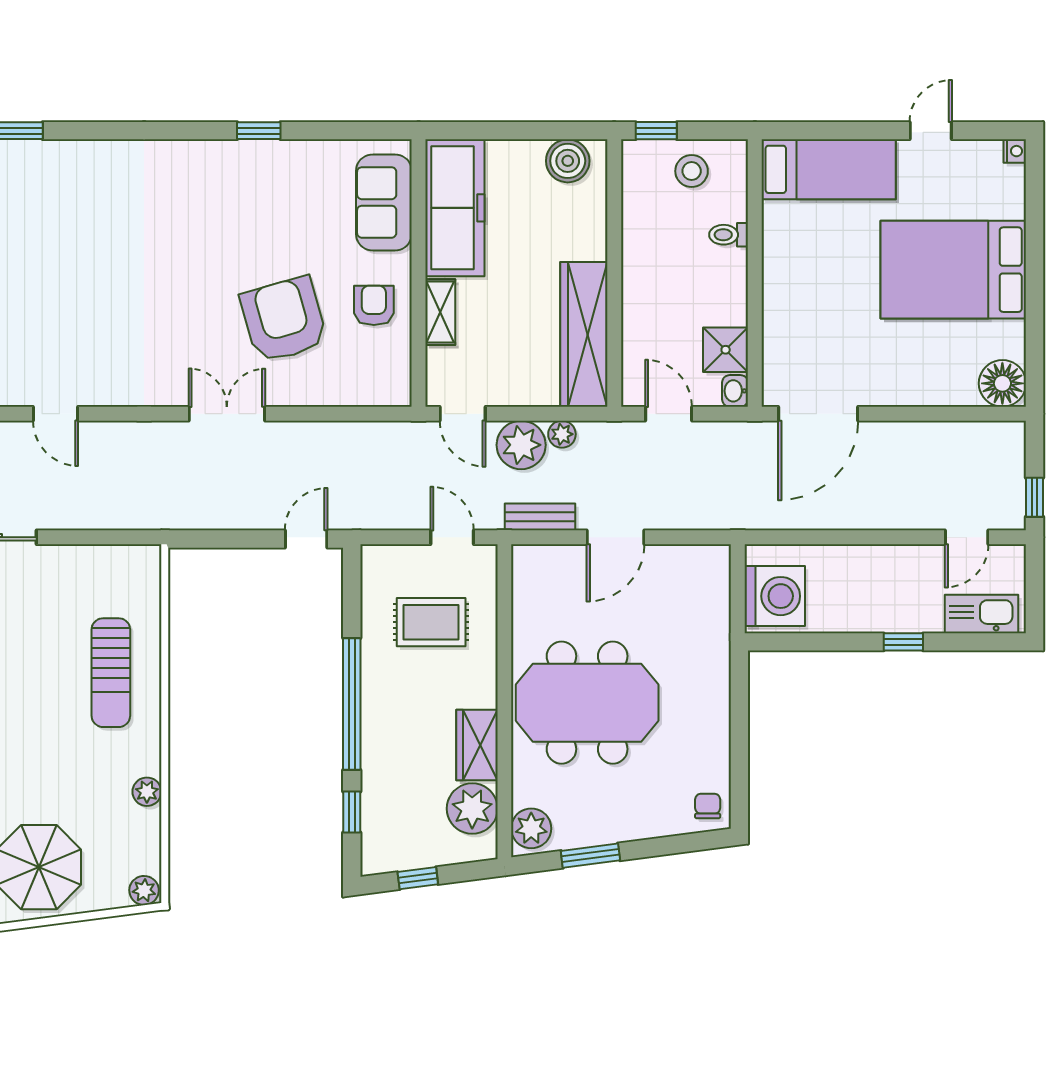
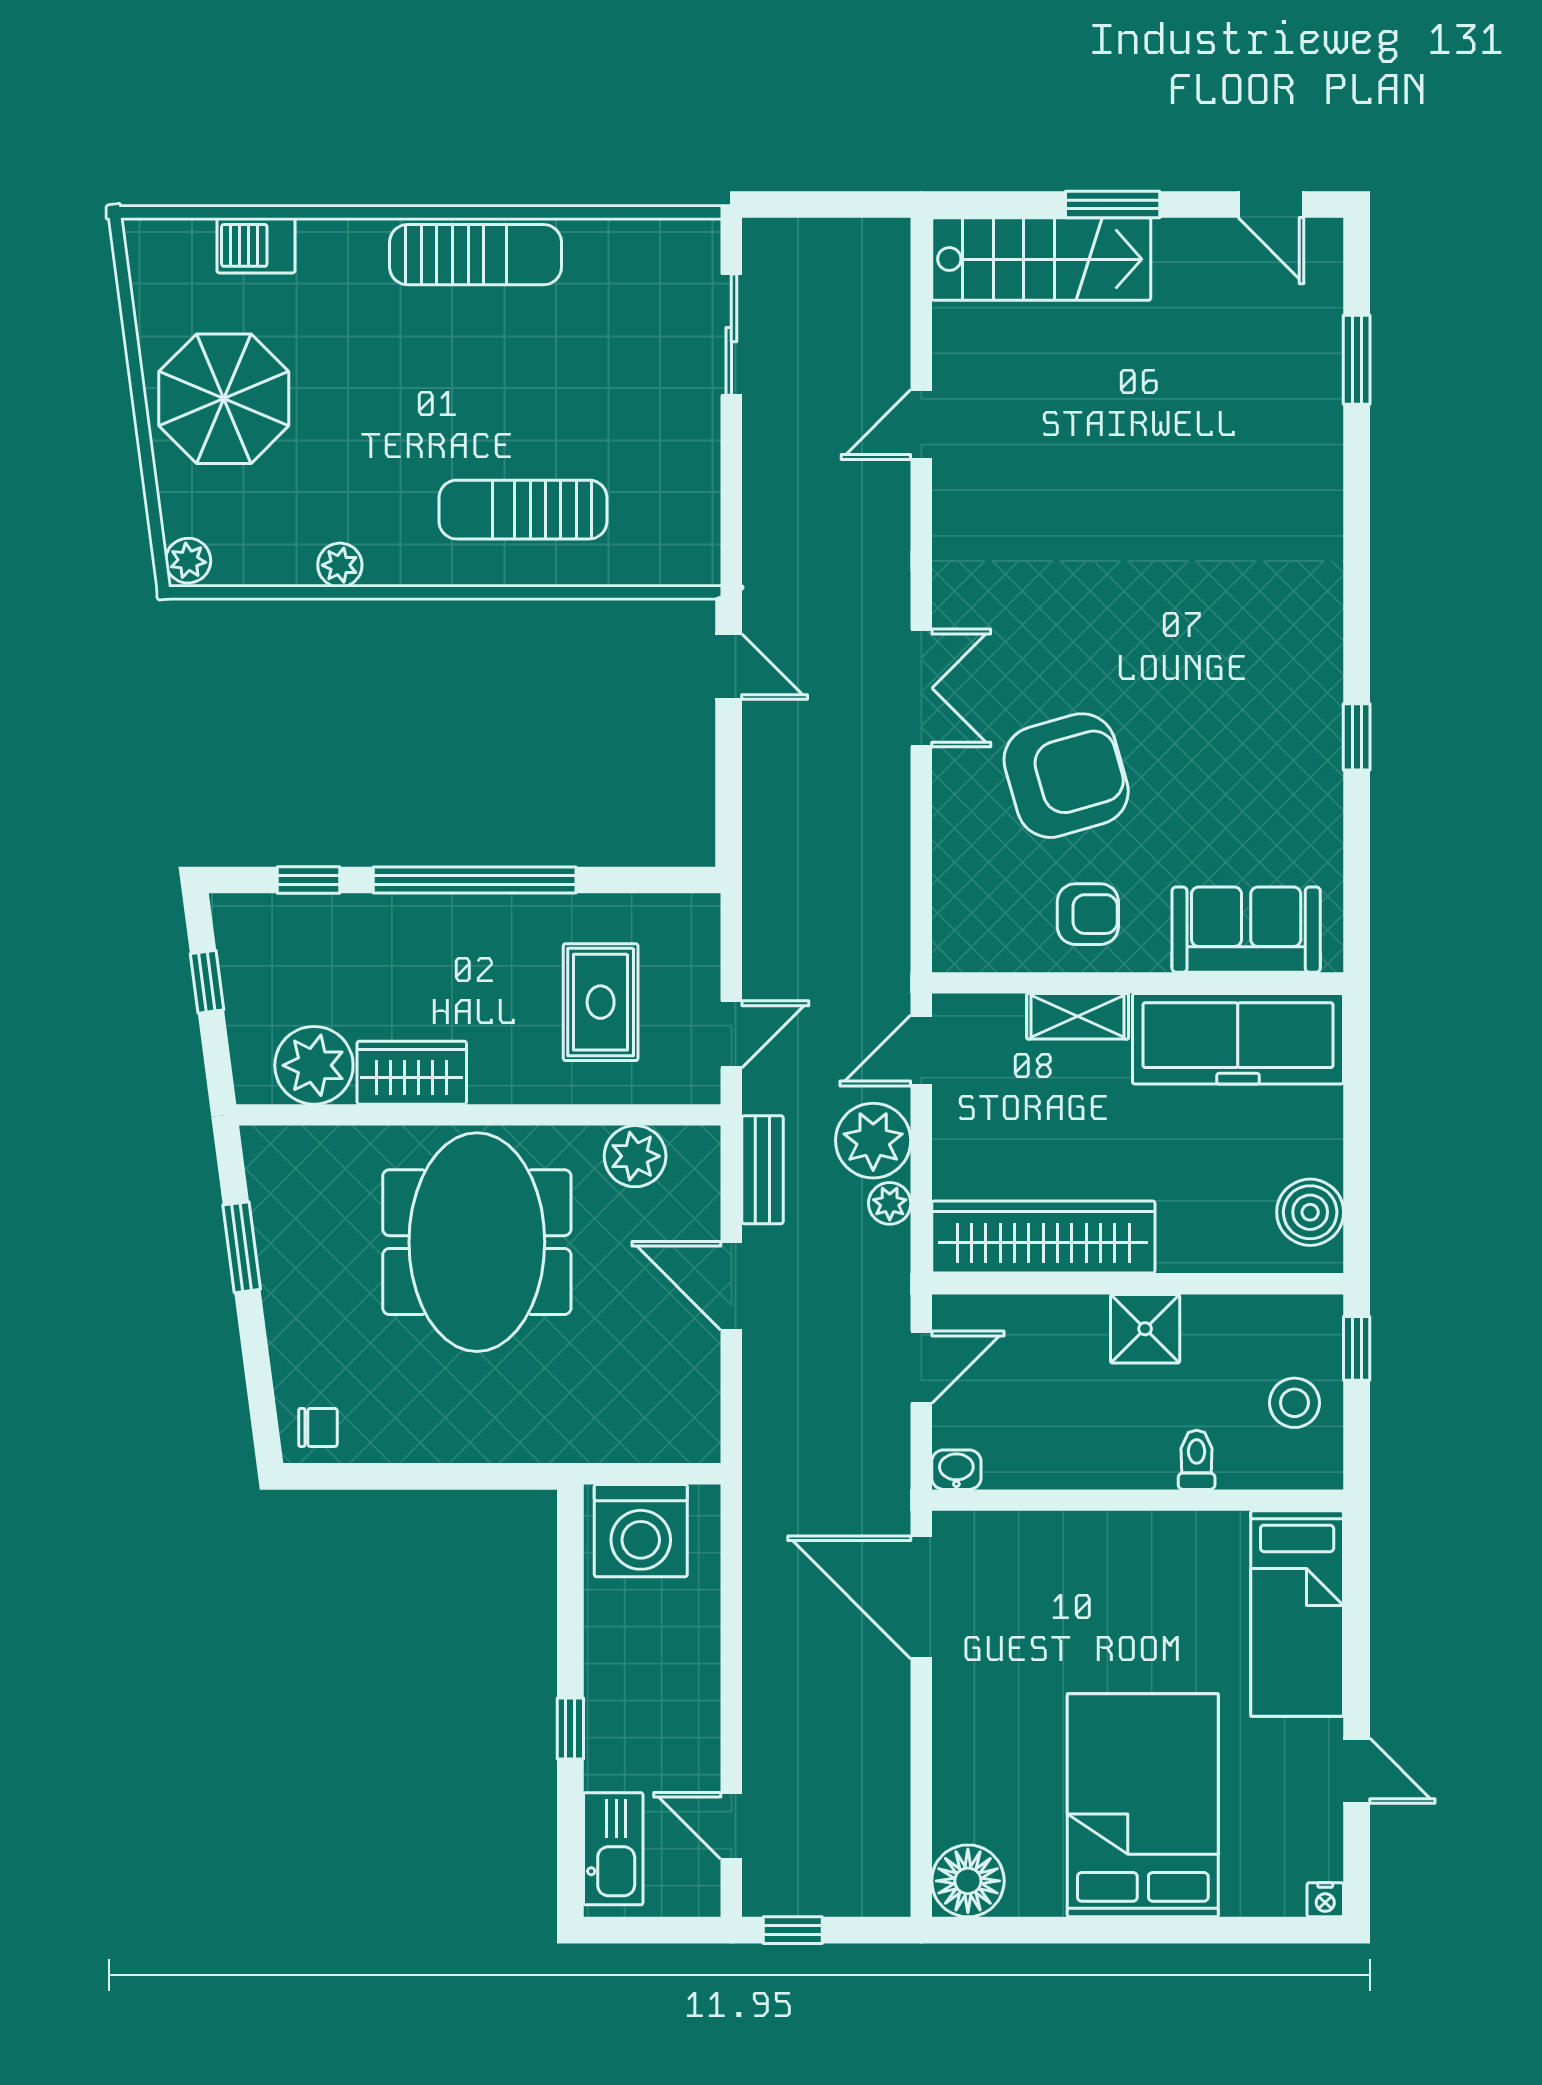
shower: (726, 350) -> (1145, 1329), moved
door: (306, 539) -> (729, 667), moved
plant: (531, 828) -> (635, 1156), moved

